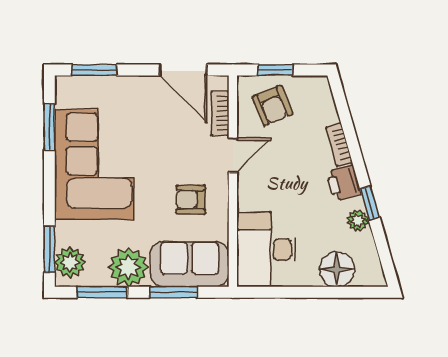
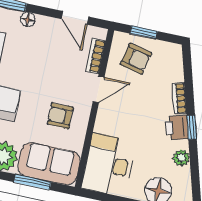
door: (183, 70) -> (75, 18), width x0.73
floor lamp: (123, 85) -> (28, 19), added
armchair: (272, 106) -> (136, 59), turned -55
window: (370, 203) -> (192, 127), moved

